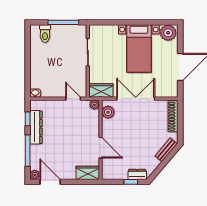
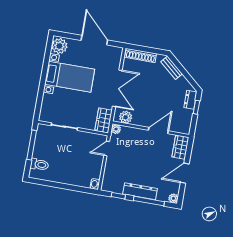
double door: (136, 99) -> (117, 88), swing flipped
dresser: (36, 127) -> (140, 191), moved
door: (50, 182) -> (185, 173), moved

